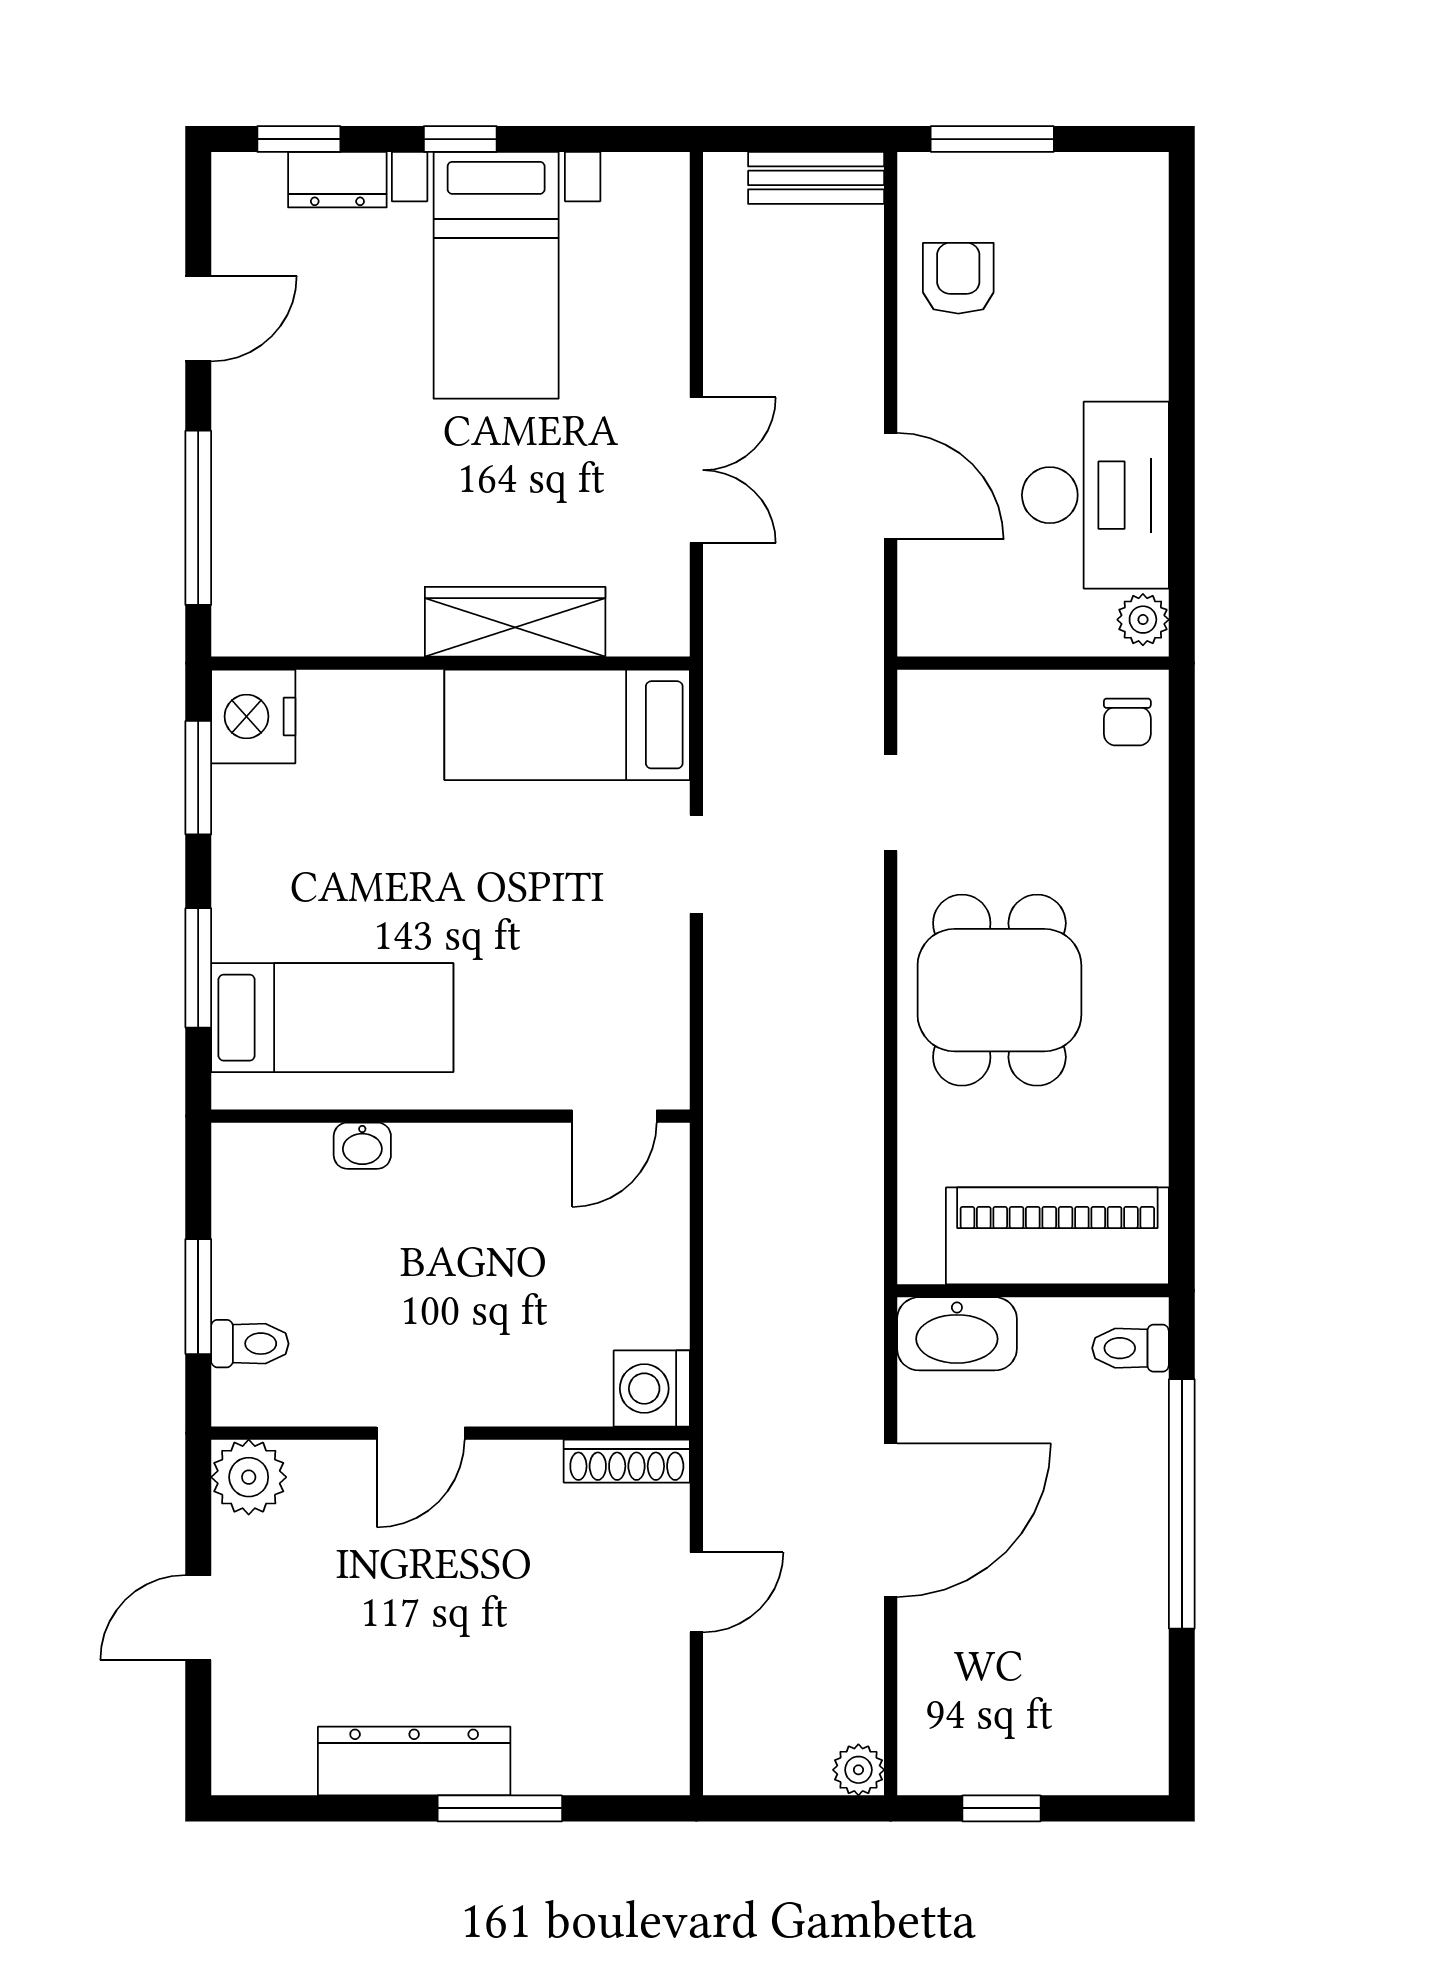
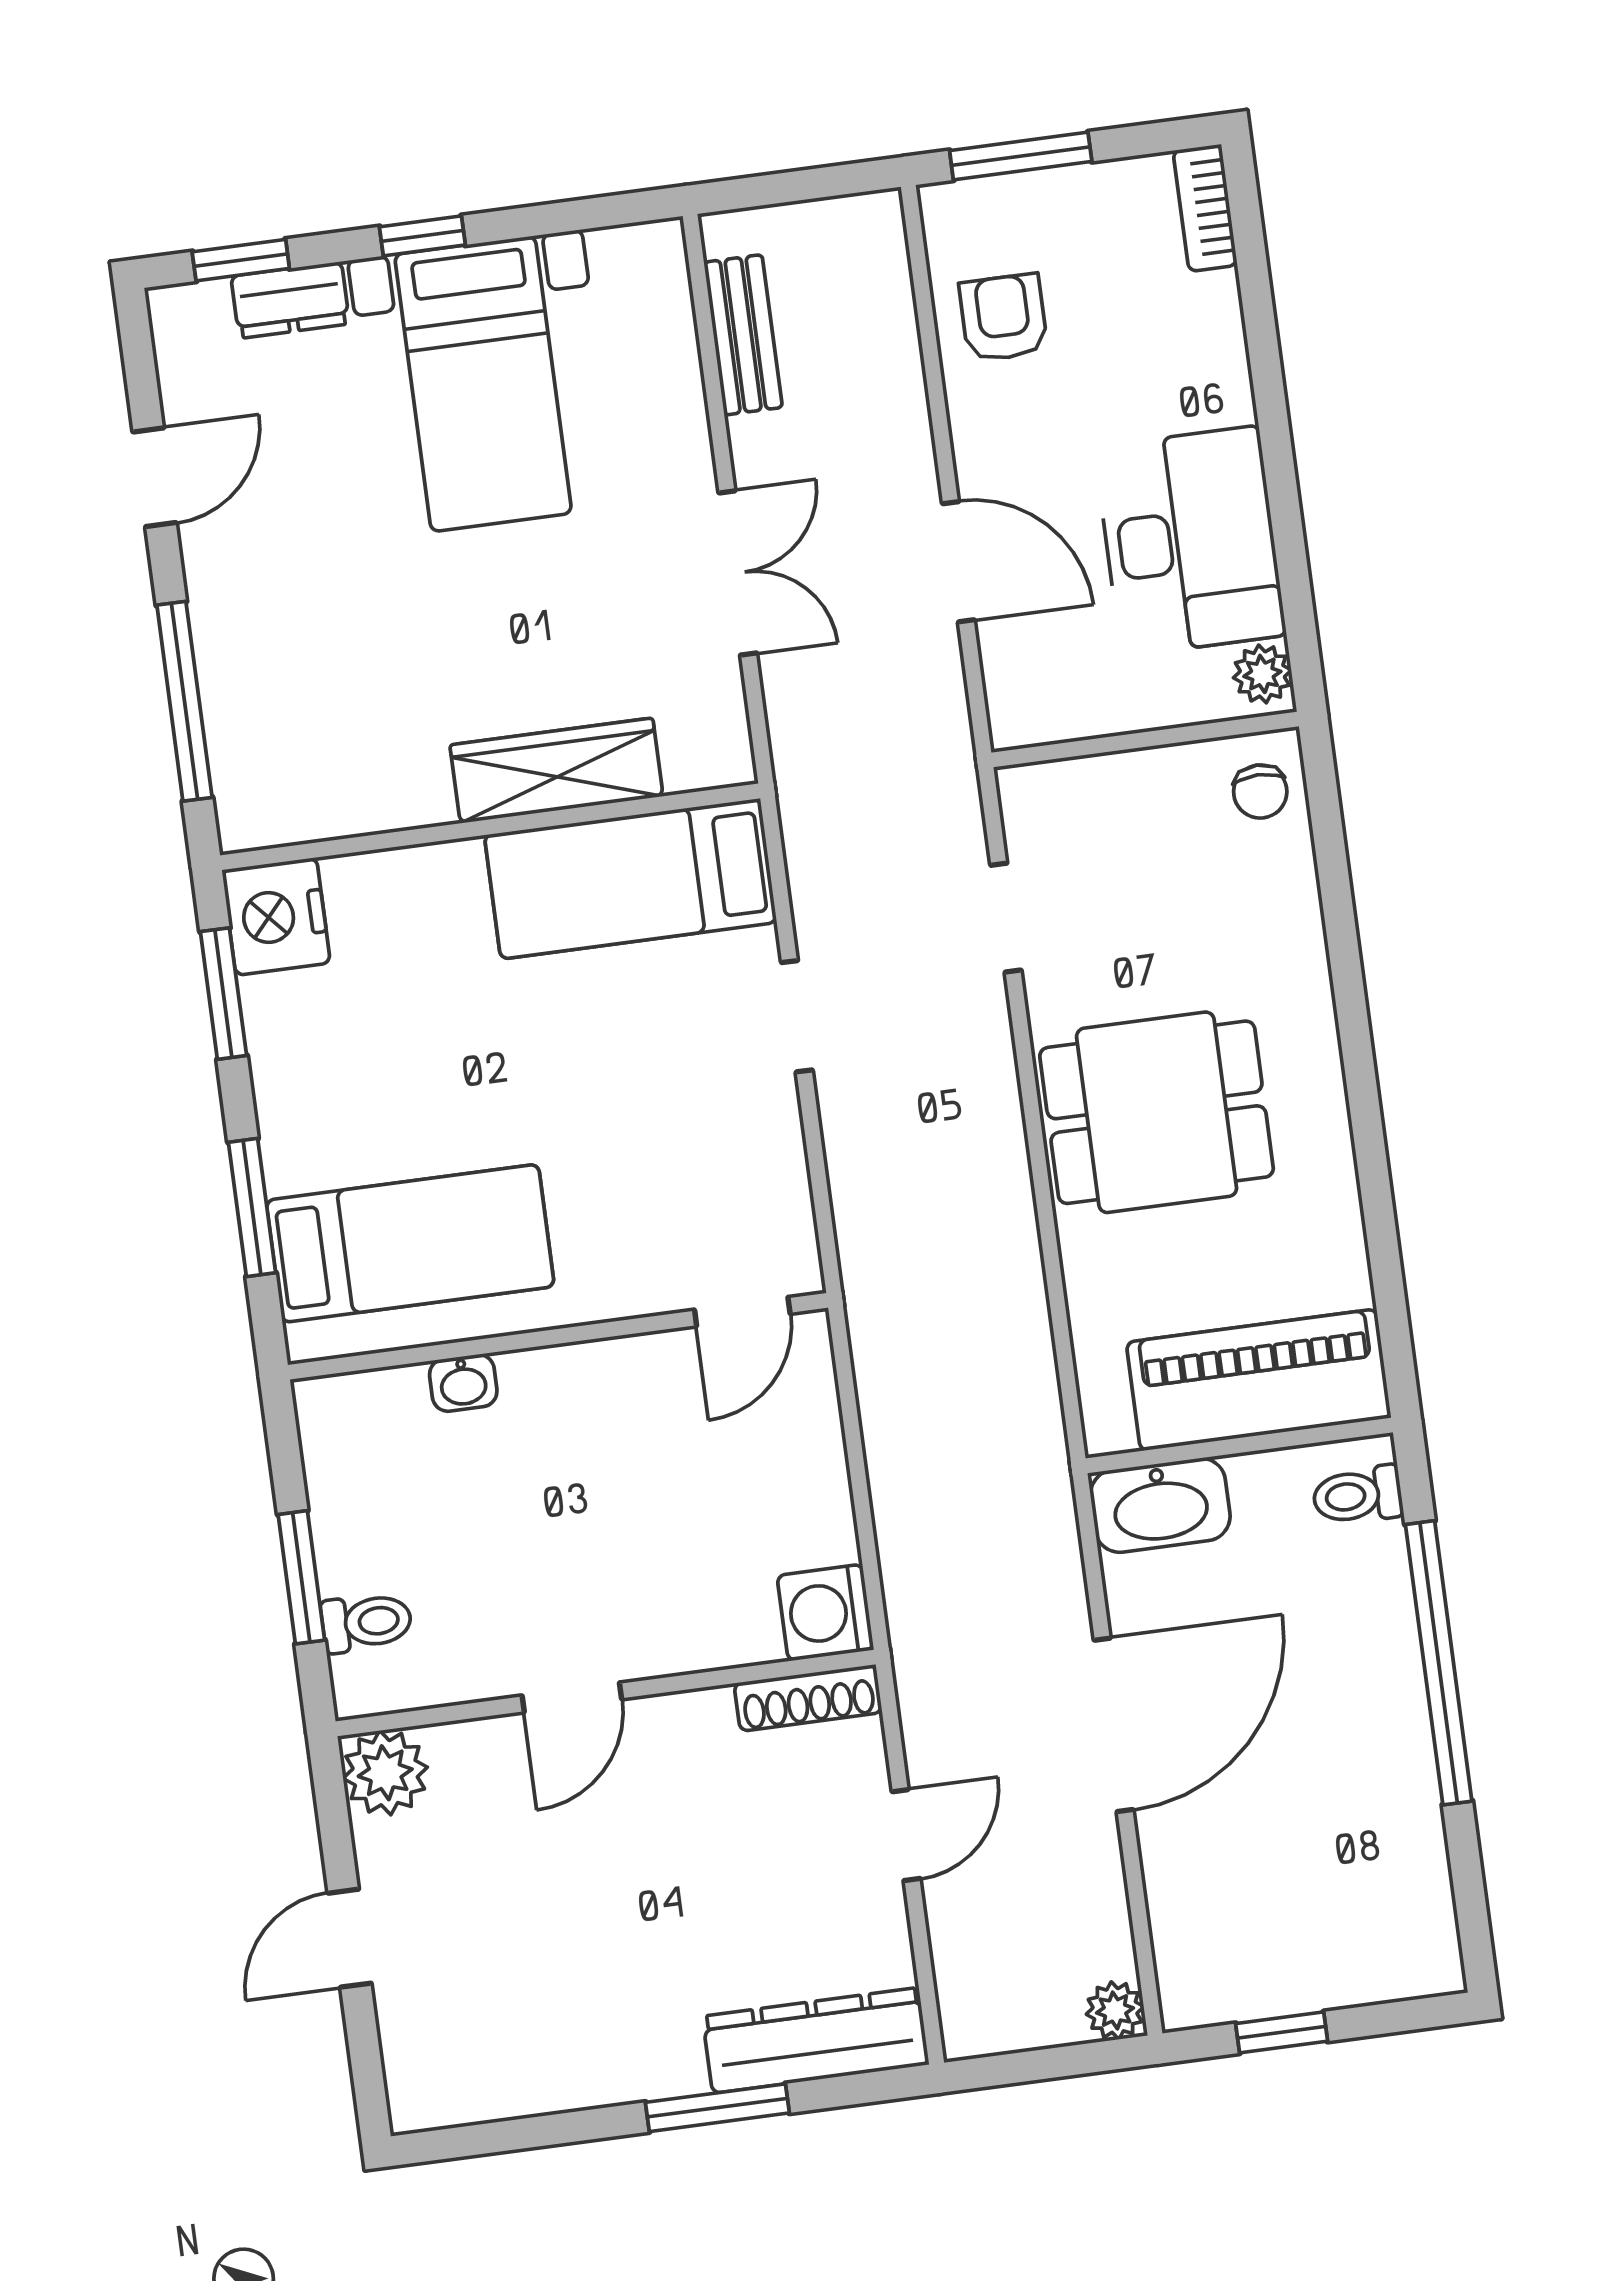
bench: (816, 178) -> (743, 335), moved, turned 90
bookcase: (1147, 206) -> (1205, 208), added
dining table: (999, 990) -> (1157, 1112), turned 90
dresser: (414, 1761) -> (816, 2040), moved

